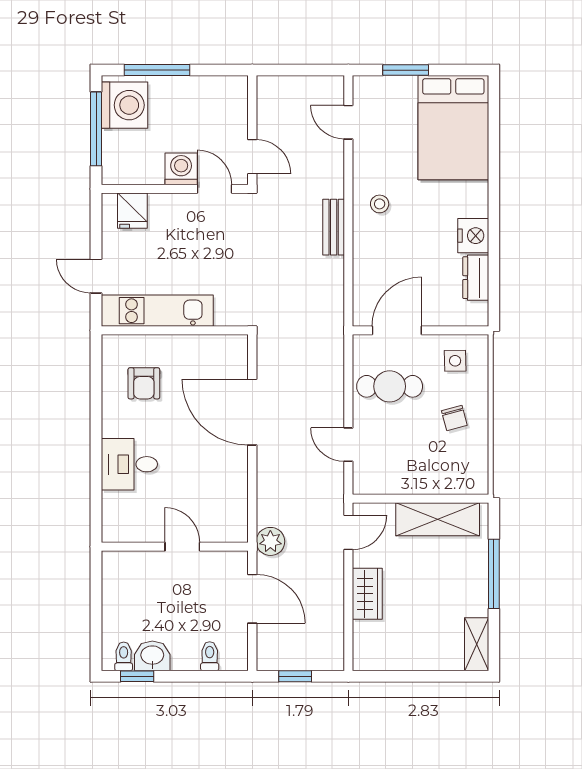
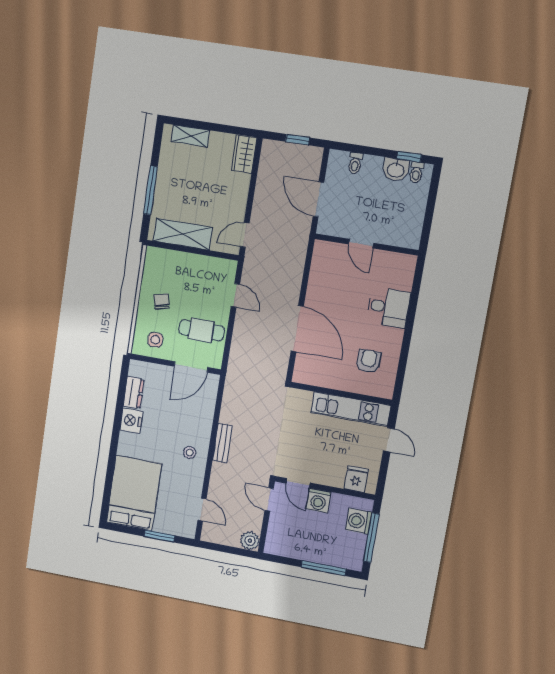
washing machine: (125, 105) -> (359, 521), moved, width x0.73, depth x0.73
plant: (270, 541) -> (250, 541), moved
wardrobe: (367, 594) -> (244, 154), moved
shelving: (477, 644) -> (191, 136), moved, turned 90

